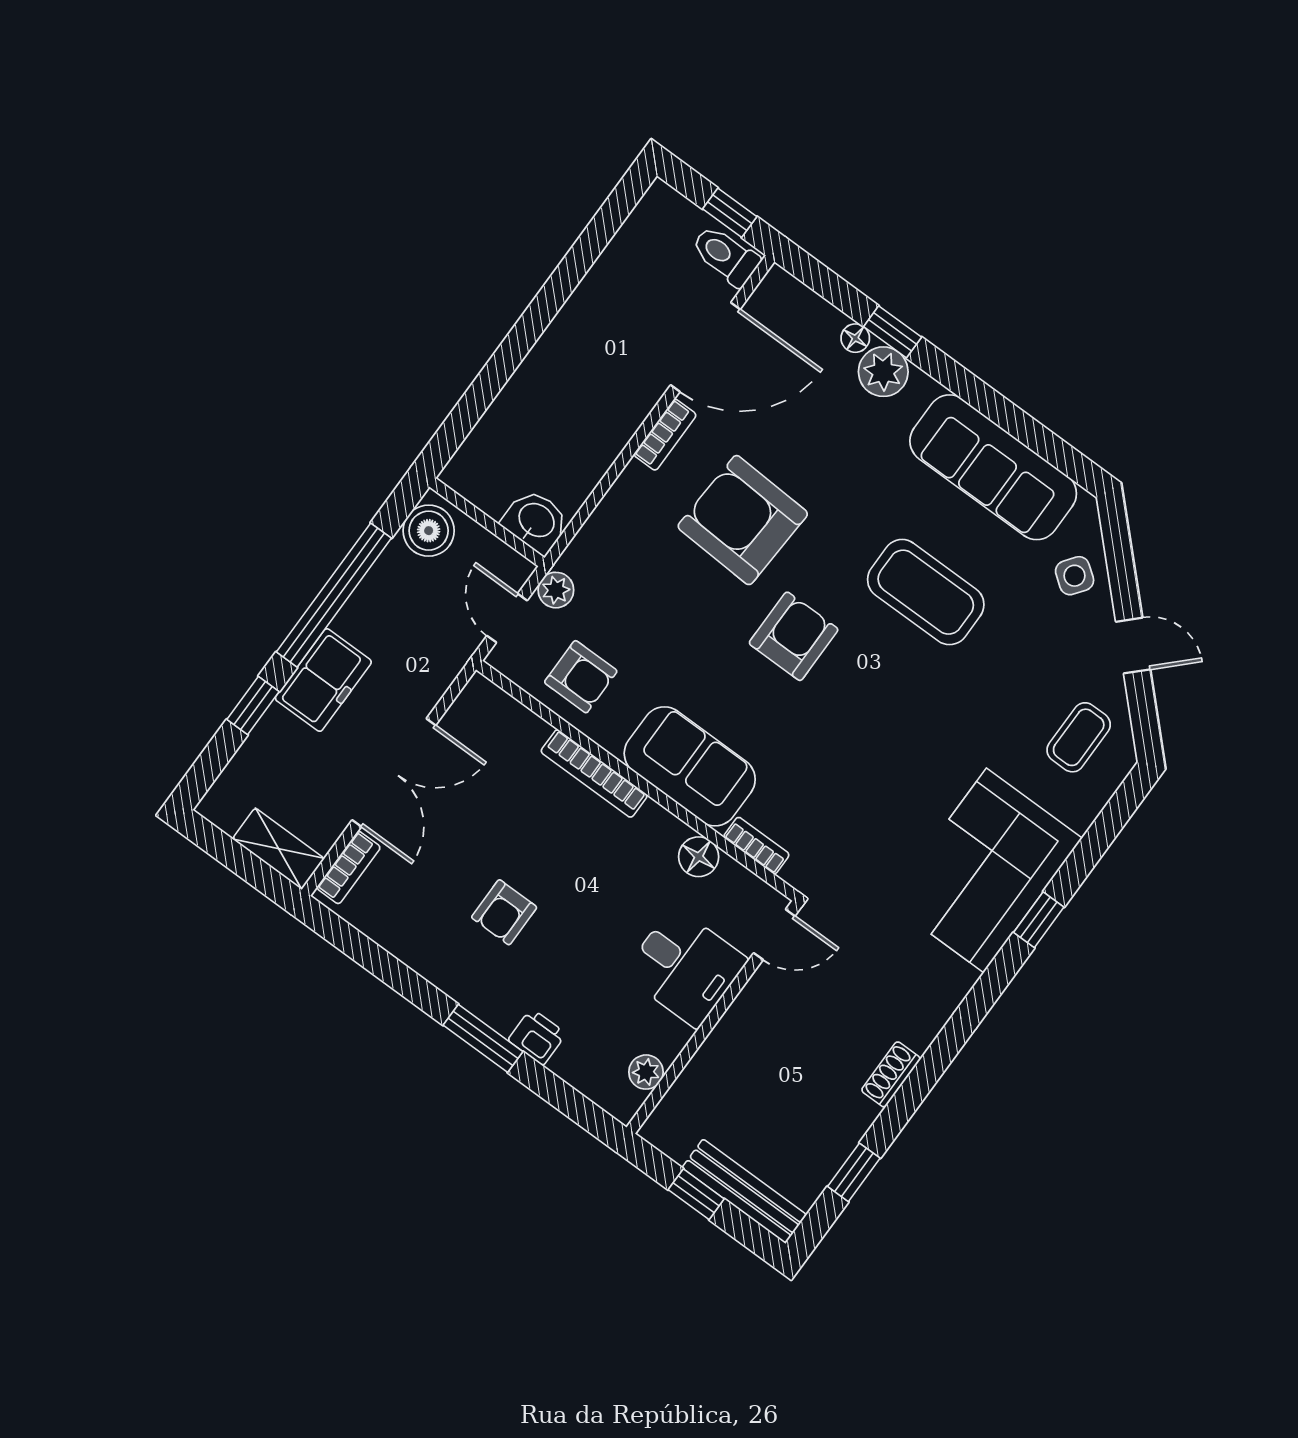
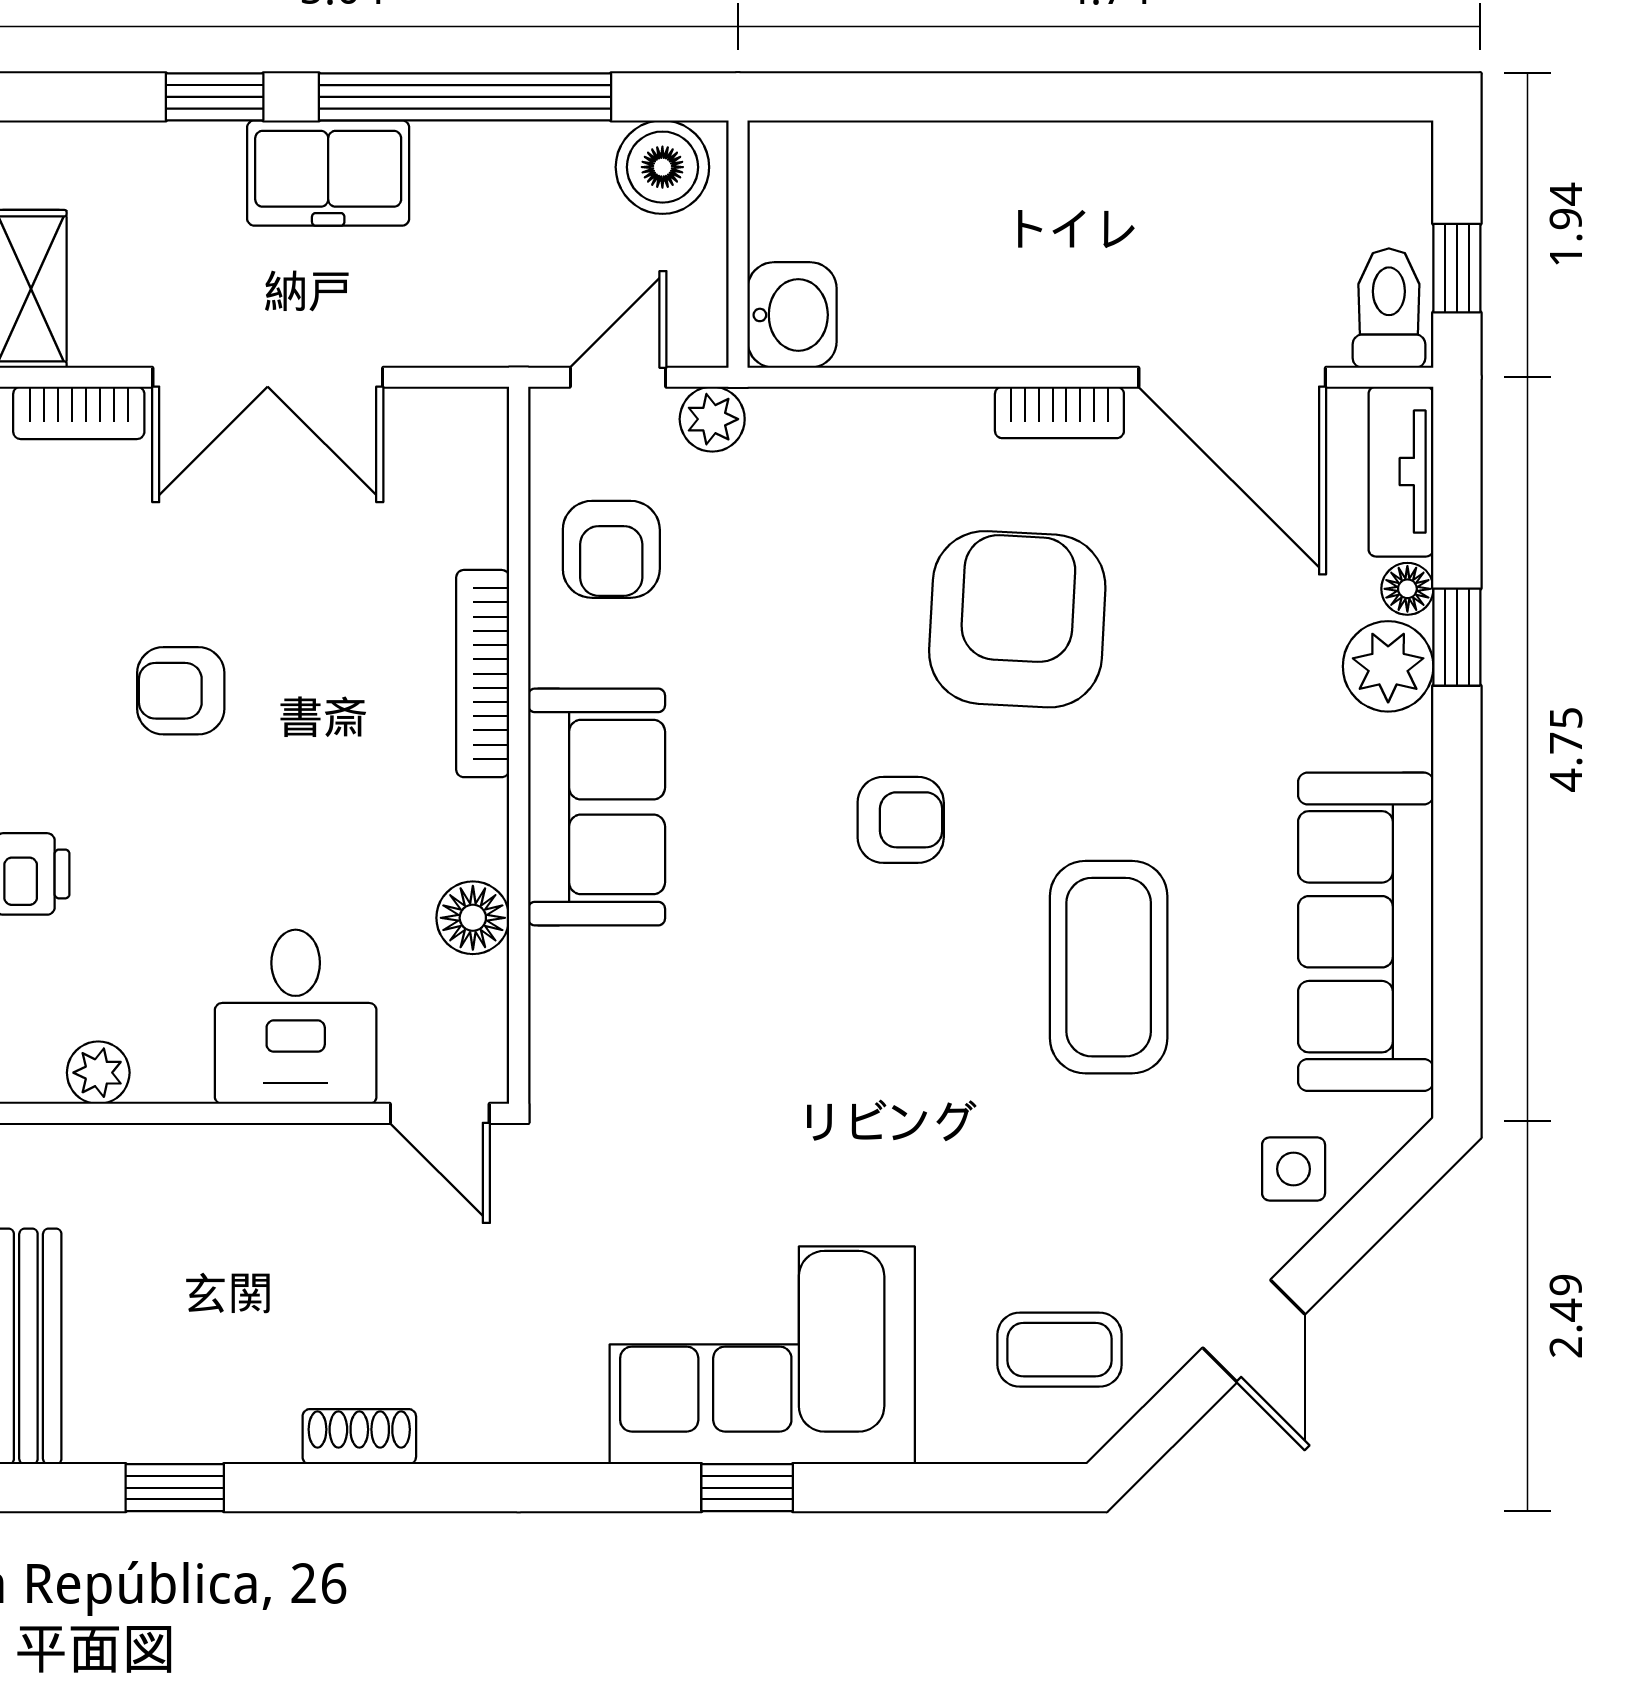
tv unit: (801, 303) -> (1401, 472), added
side table: (1075, 576) -> (1294, 1169), turned -36
armchair: (794, 636) -> (901, 820), width x0.72, depth x0.72
bookcase: (756, 846) -> (552, 991), removed

